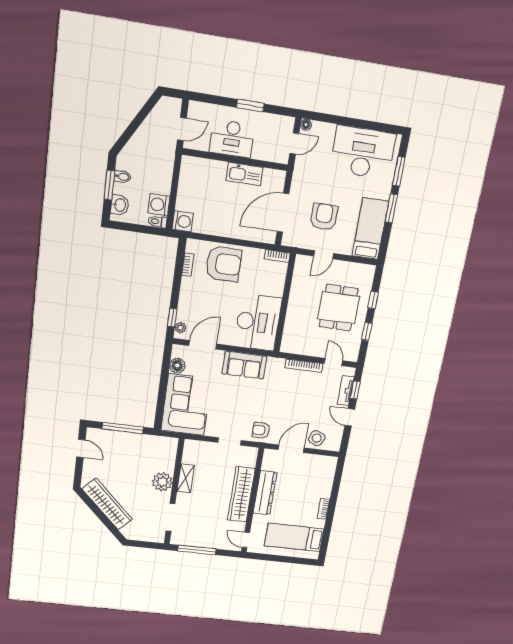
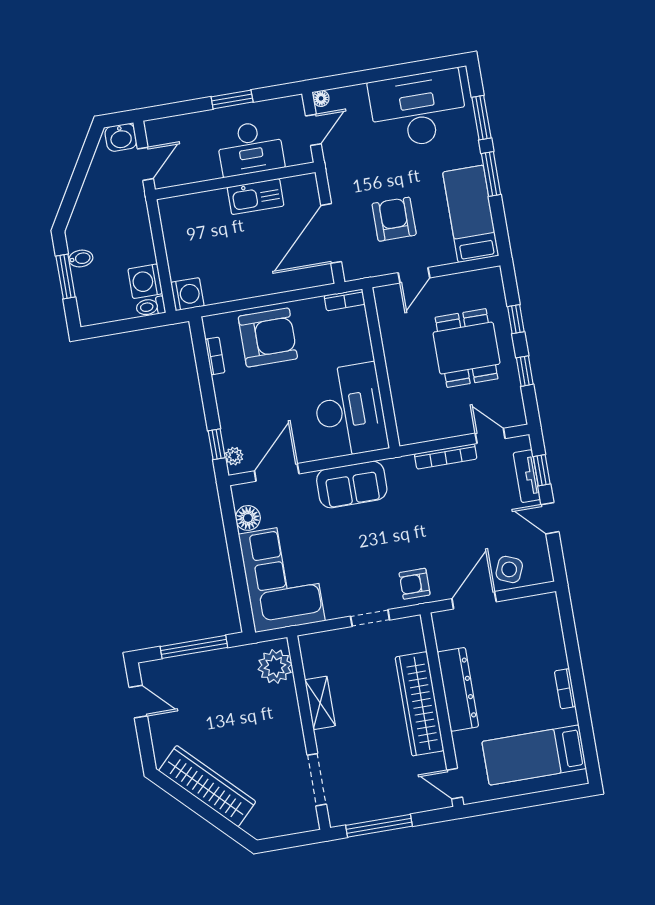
desk: (232, 139) -> (250, 148), moved
washbasin: (120, 205) -> (121, 137), moved, turned 90
plant: (162, 482) -> (275, 666), moved

